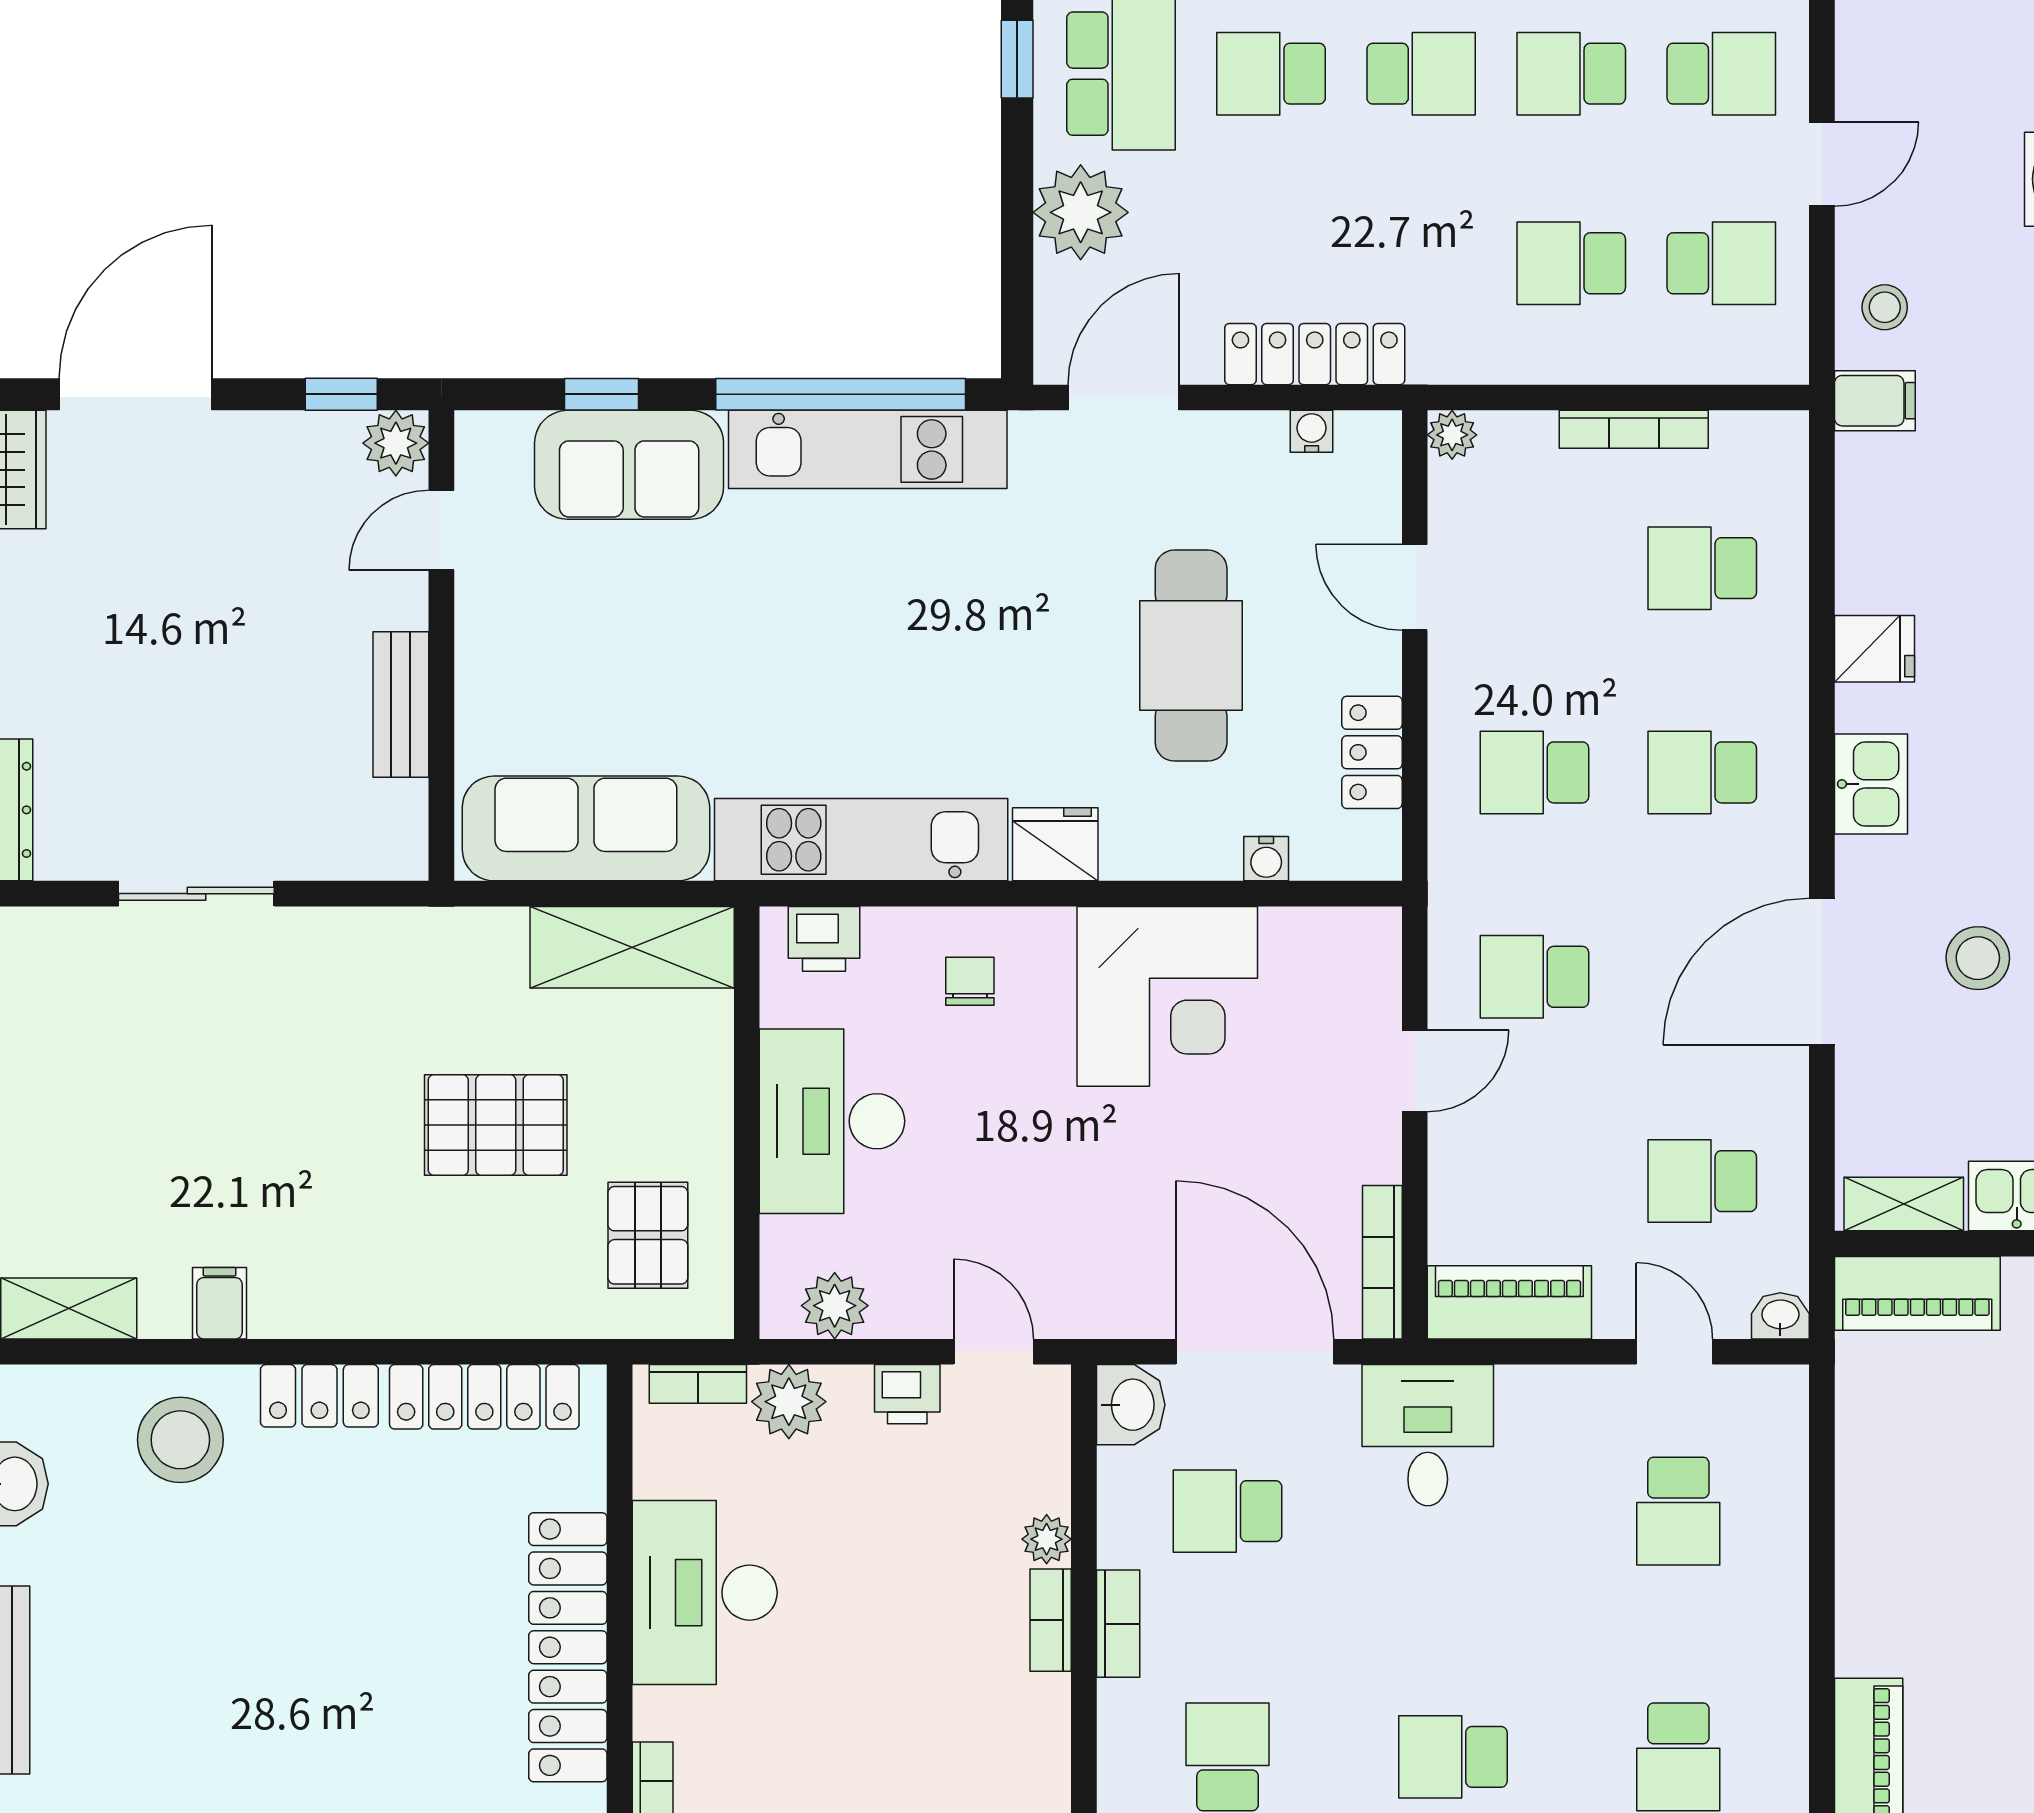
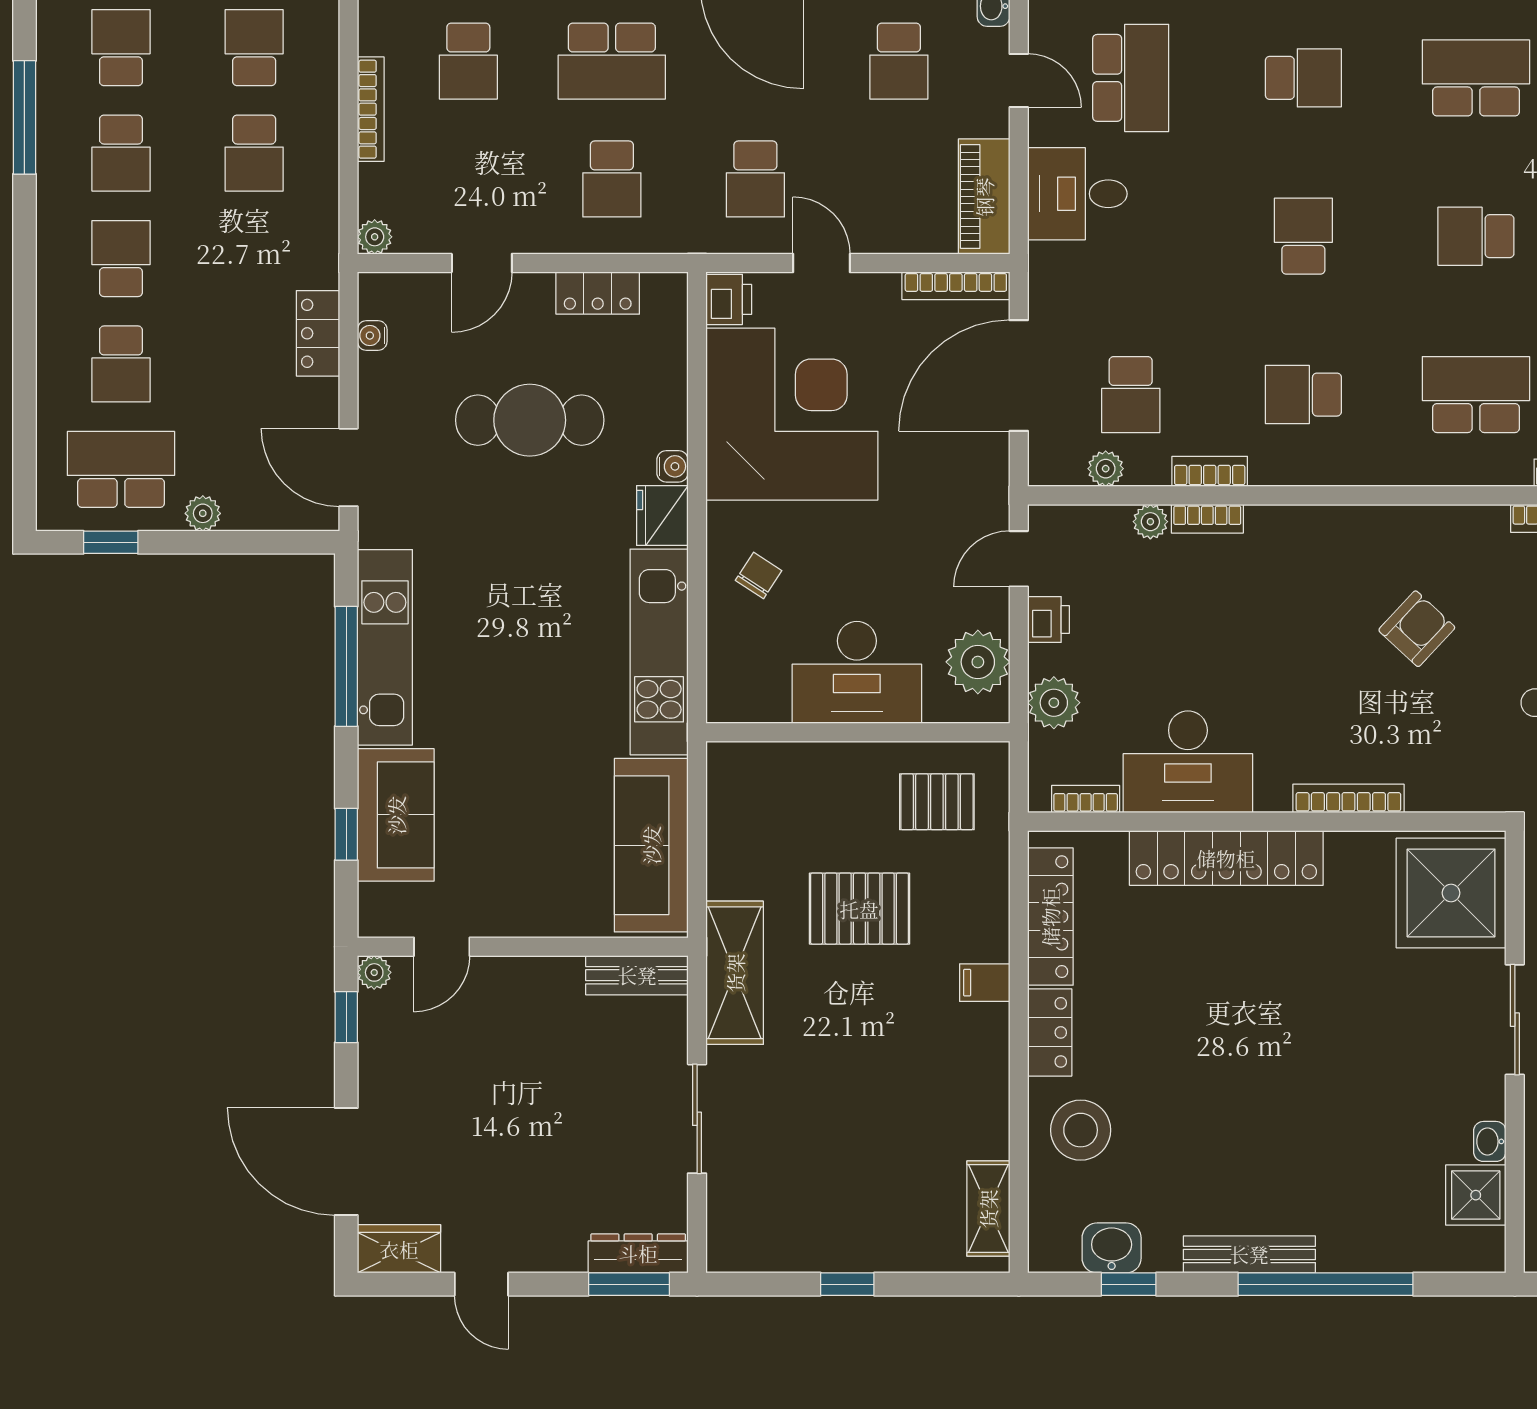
plant: (1081, 212) -> (203, 513), width x0.53, depth x0.53
locker: (1315, 354) -> (318, 333), width x0.66
window: (841, 394) -> (346, 666), width x0.68
plant: (396, 443) -> (374, 972), width x0.73, depth x0.73
door: (441, 530) -> (442, 947), hinge flipped
bench: (401, 705) -> (637, 975), moved
school desk: (1702, 772) -> (612, 61), width x1.85
water cooler: (1266, 859) -> (672, 466), moved
printer: (824, 939) -> (729, 299), moved
shelving: (632, 947) -> (735, 973), moved
chair: (970, 981) -> (759, 576), turned 123
corner desk: (1167, 996) -> (792, 414), width x1.36, depth x1.36
pallet: (496, 1125) -> (859, 909), turned 90
filing cabinet: (220, 1303) -> (985, 983), moved
plant: (835, 1306) -> (978, 662), width x1.36, depth x1.36
door: (1675, 1352) -> (1019, 81), swing flipped
bookcase: (698, 1384) -> (1086, 799), moved, turned -90
washbasin: (1131, 1405) -> (1056, 463), removed
desk: (1428, 1435) -> (1077, 194), moved
plant: (1122, 1475) -> (1106, 469), added
school desk: (1678, 1511) -> (1131, 78), width x1.85
school desk: (1453, 1757) -> (1303, 236), turned 180

